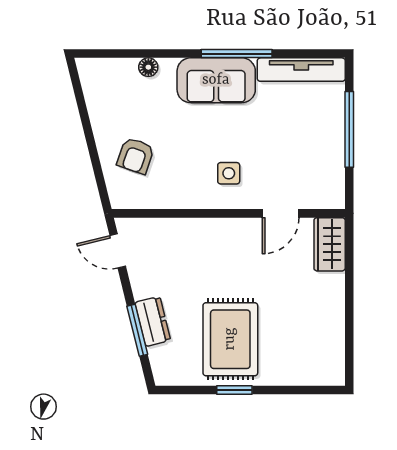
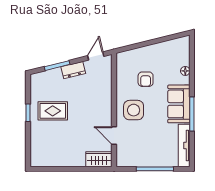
armchair: (136, 156) -> (146, 79), moved, turned -109
side table: (229, 173) -> (134, 110), width x1.87, depth x1.87
dresser: (153, 321) -> (73, 70), moved
rug: (230, 339) -> (53, 111), width x0.73, depth x0.70

